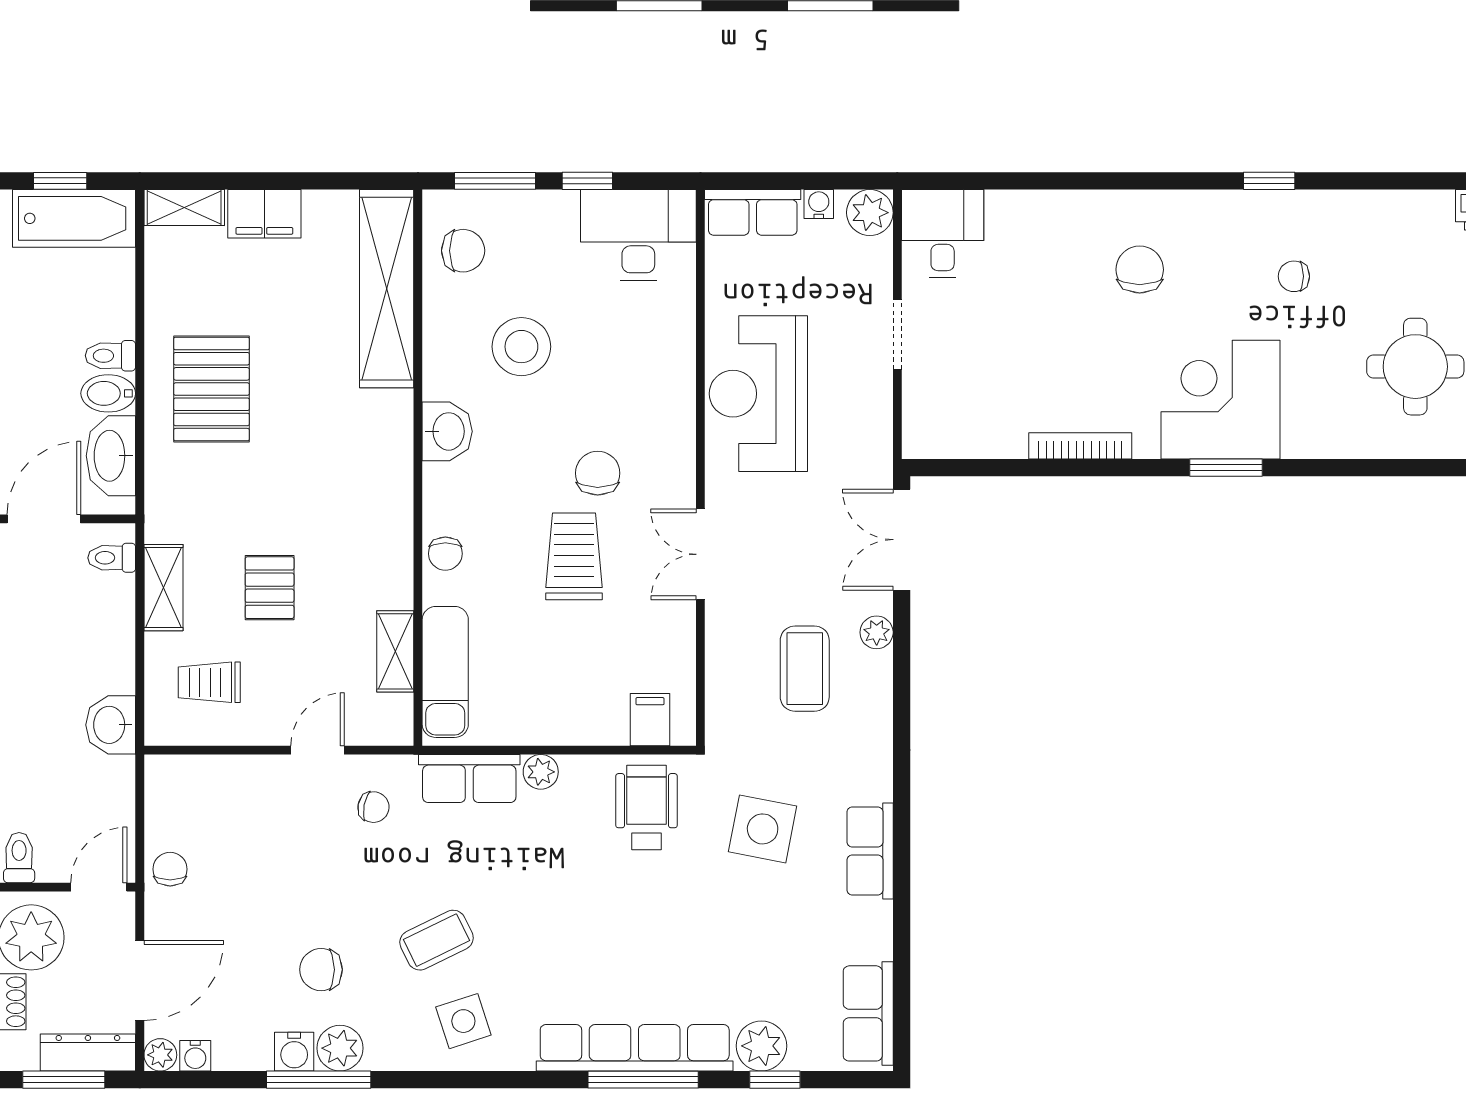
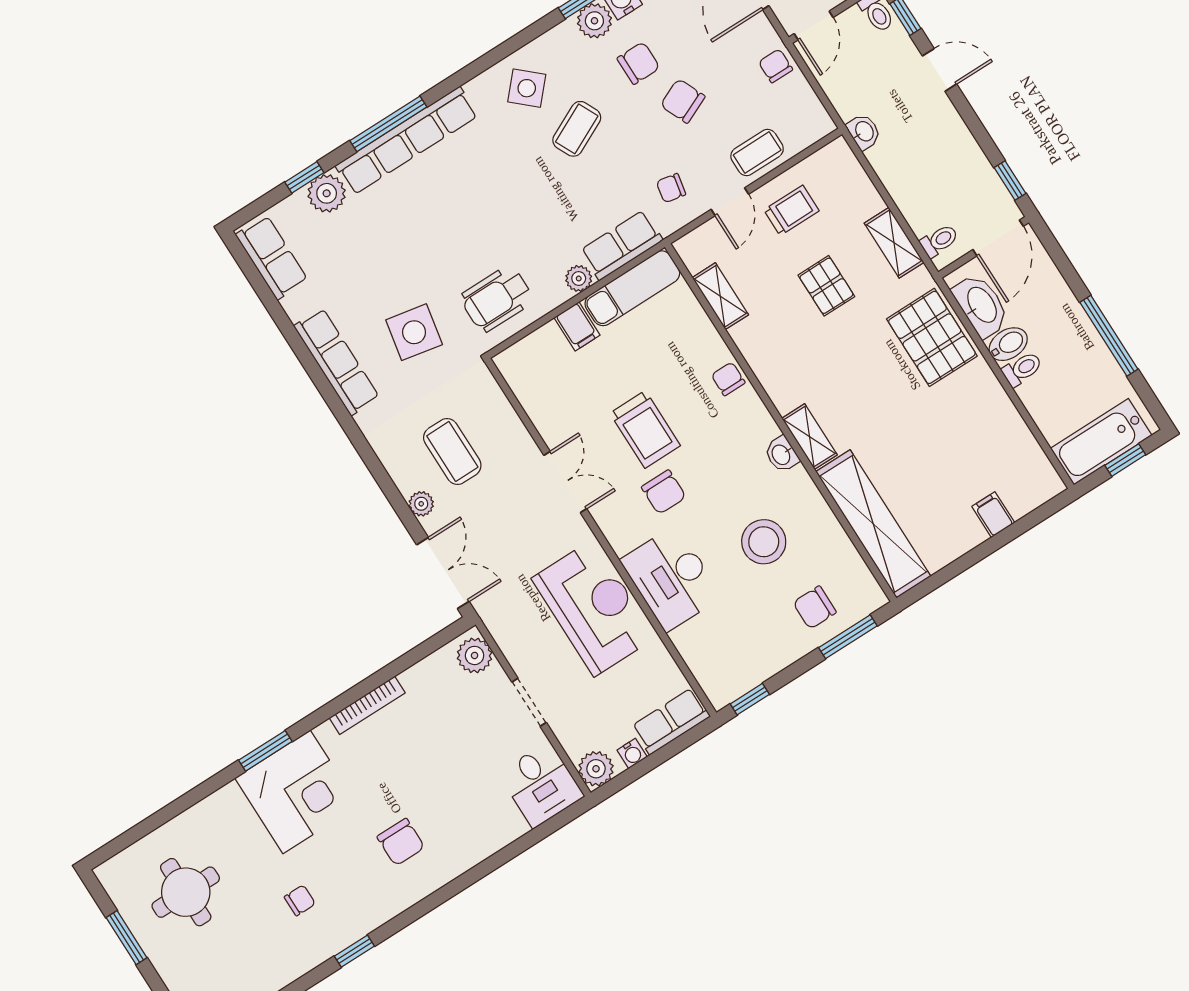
window: (587, 181) -> (750, 699), moved
shelving: (184, 207) -> (810, 437), moved, turned 90
filing cabinet: (264, 214) -> (993, 515), width x0.50
desk: (638, 235) -> (671, 578), moved, turned 90
chair: (463, 251) -> (815, 607), moved
pallet: (211, 389) -> (932, 337), moved
plant: (925, 425) -> (475, 655), added
washbasin: (447, 431) -> (782, 454), width x0.72, depth x0.69
exam couch: (445, 672) -> (632, 288), moved, turned -90
trolley: (209, 682) -> (791, 210), moved
filing cabinet: (650, 720) -> (577, 326), moved
washbasin: (111, 725) -> (864, 132), width x0.72, depth x0.69
coffee table: (252, 786) -> (757, 153), added
wheelchair: (647, 807) -> (497, 299), turned 90
row of seats: (870, 851) -> (337, 362), width x1.48
chair: (170, 869) -> (776, 66), turned 180
chair: (299, 896) -> (683, 101), added
side table: (463, 1021) -> (527, 88), turned -30

